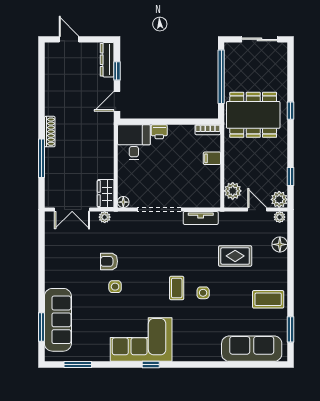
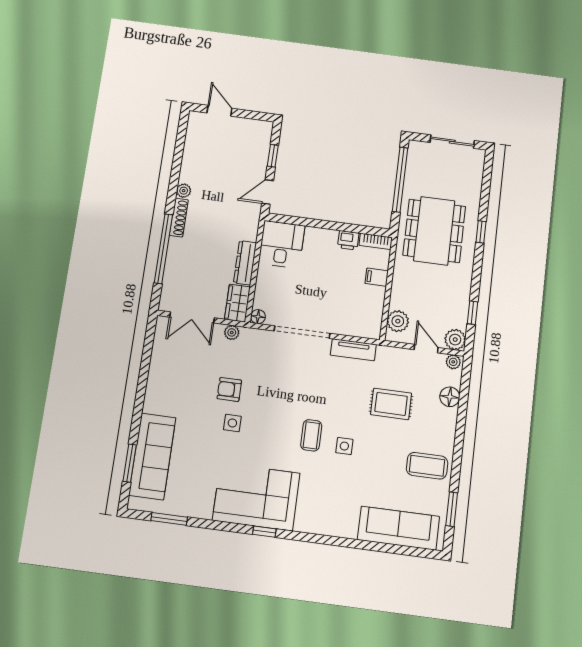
dresser: (107, 60) -> (245, 263), moved
plant: (50, 109) -> (184, 191), added
dining table: (253, 115) -> (434, 231), turned 90
printer: (159, 132) -> (348, 240), moved
window: (41, 158) -> (163, 249), width x1.46

